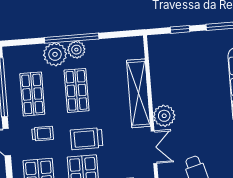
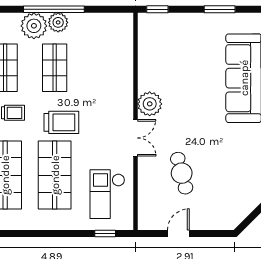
window: (180, 29) -> (157, 9), moved
shelving: (138, 93) -> (123, 77), removed
trolley: (87, 139) -> (61, 122), turned 180

